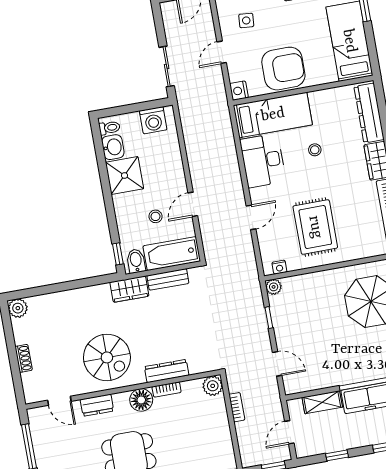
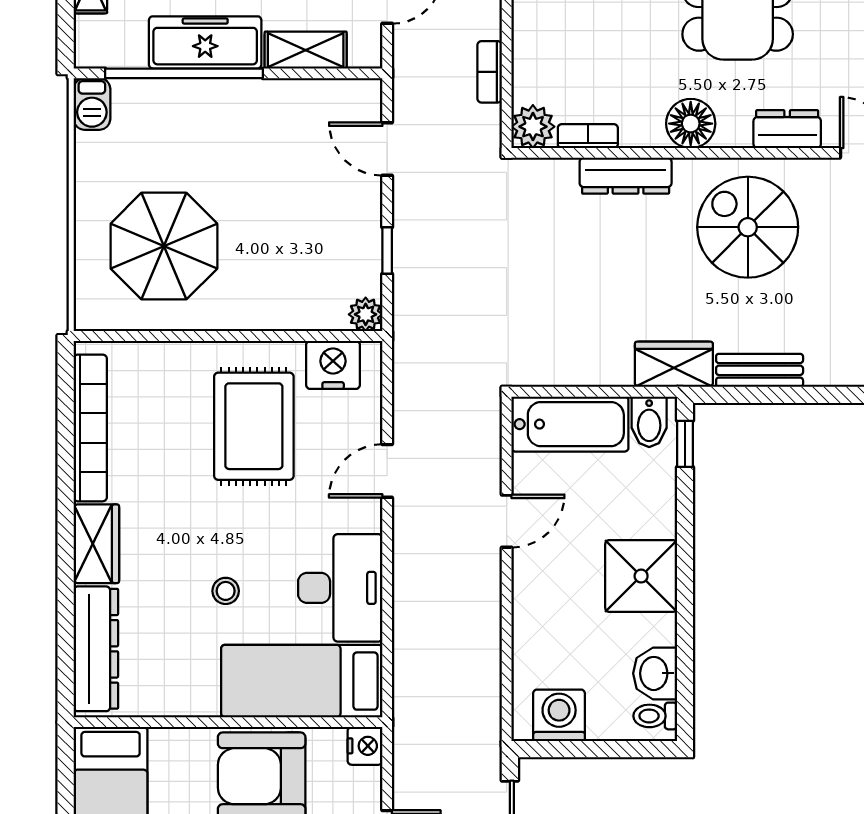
shower: (125, 175) -> (641, 576), moved
stool: (156, 216) -> (591, 510), removed
nightstand: (279, 267) -> (333, 365), width x1.89, depth x1.79
bench: (168, 279) -> (760, 370), moved
bookcase: (167, 390) -> (588, 136), moved

